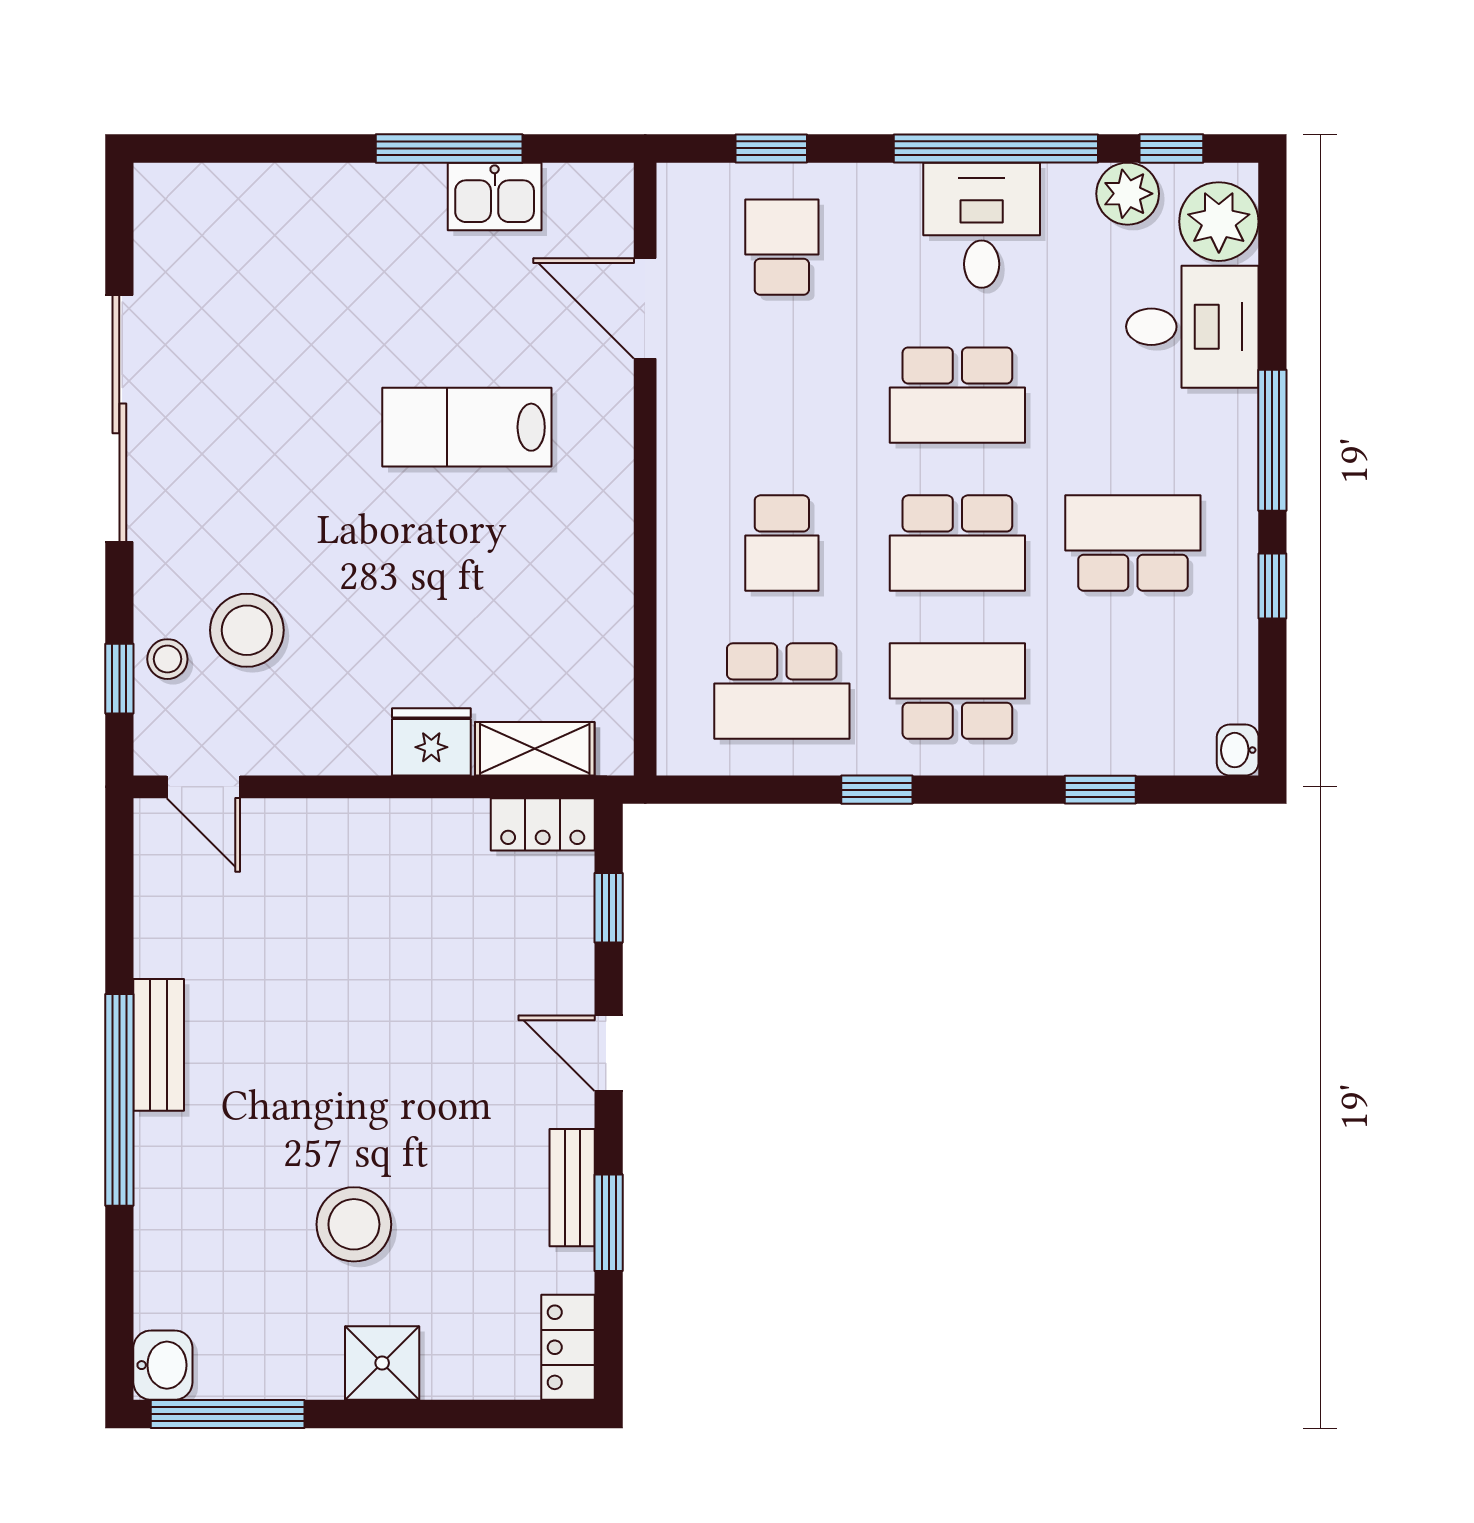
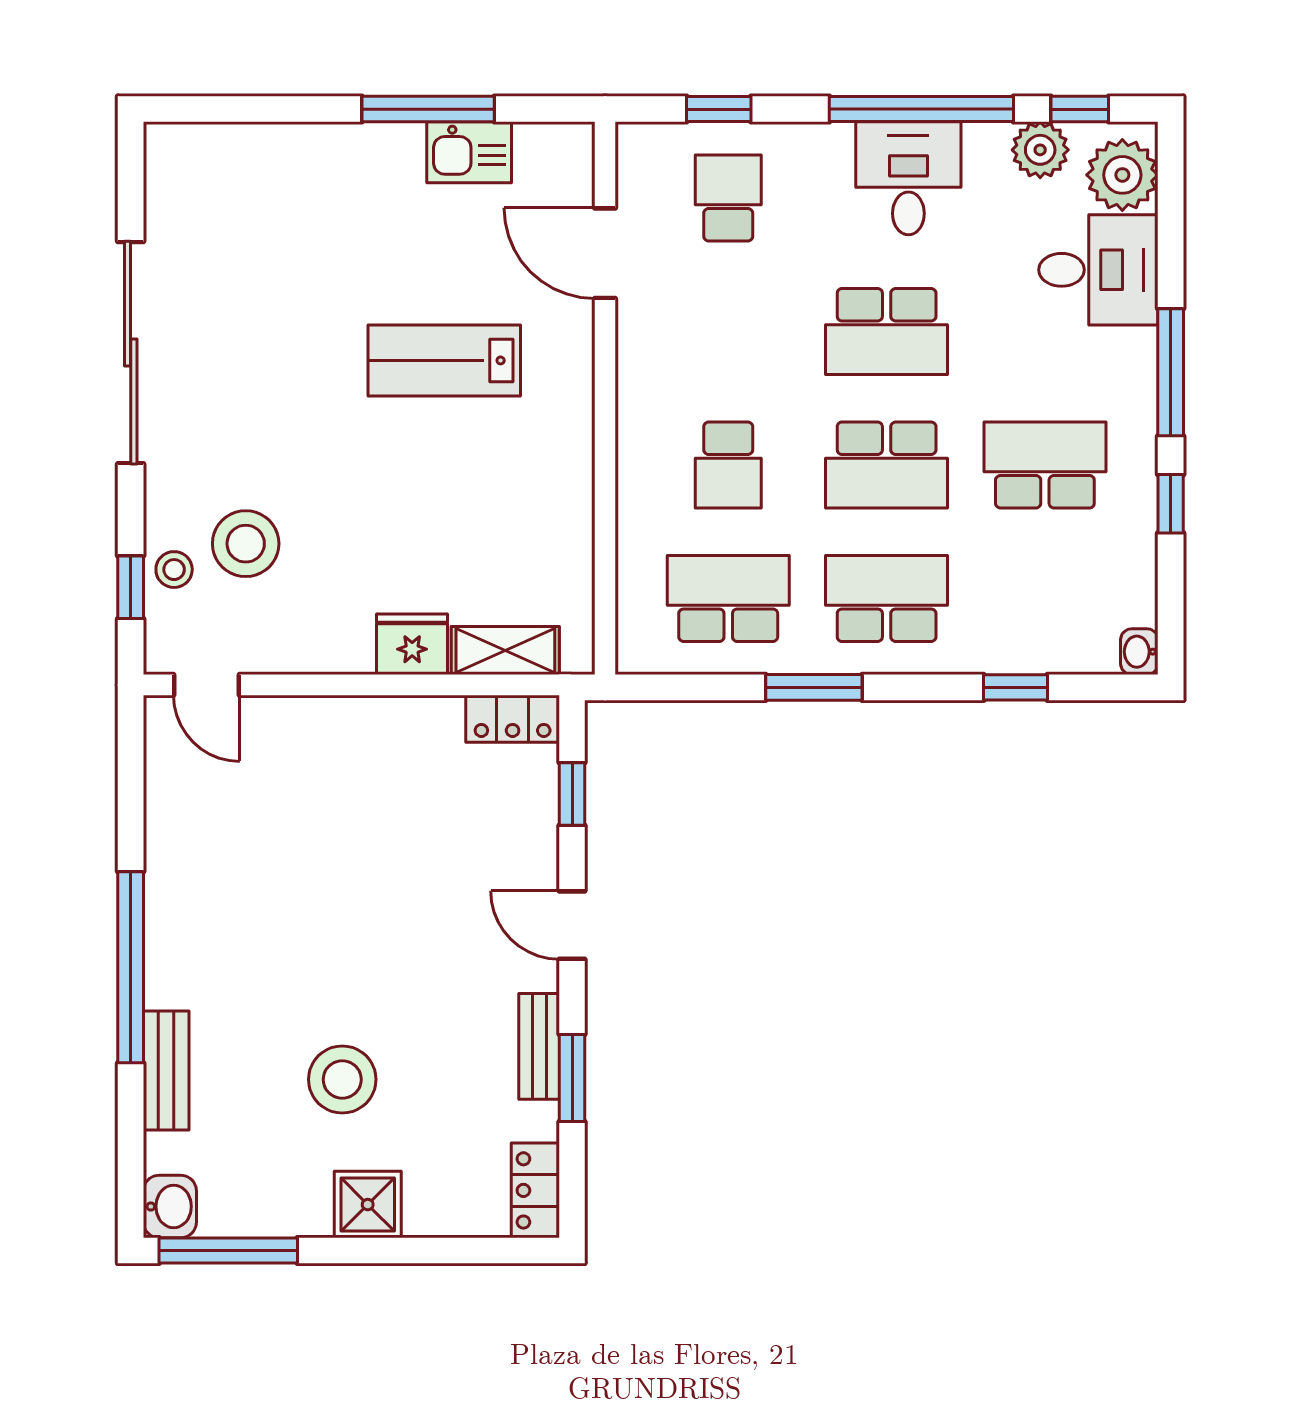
school desk: (782, 691) -> (728, 598), turned 180
window: (877, 790) -> (814, 687), width x1.50
bench: (159, 1045) -> (166, 1071), moved

